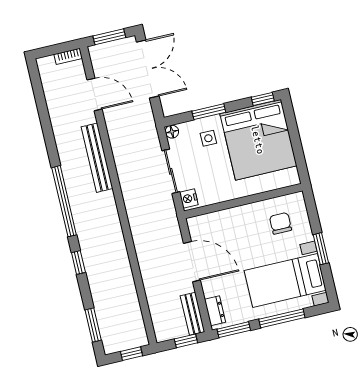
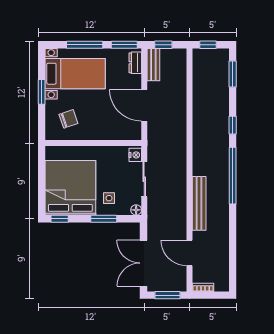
chair: (280, 223) -> (68, 119), turned -109

